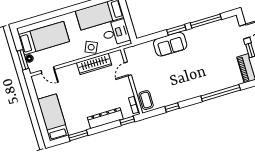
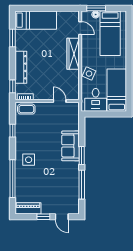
wardrobe: (94, 64) -> (73, 54), moved
door: (48, 70) -> (80, 28), swing flipped
side table: (197, 82) -> (29, 160), added

